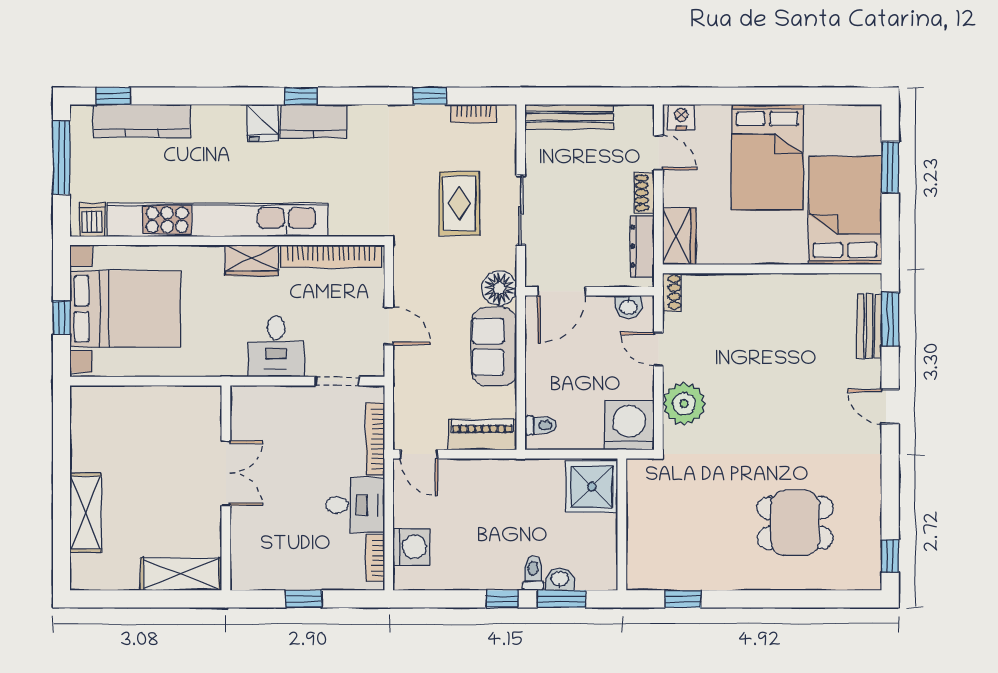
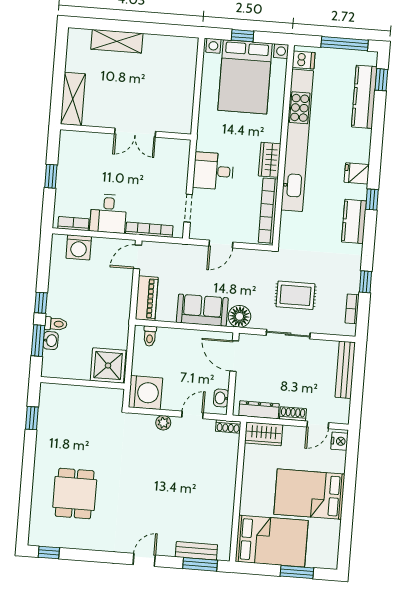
kitchen counter: (314, 121) -> (354, 221), moved
plant: (684, 404) -> (163, 423), width x0.53, depth x0.53

